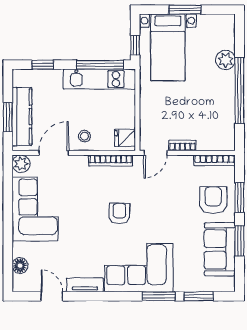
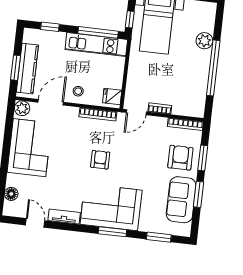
window: (159, 296) -> (112, 232), moved

